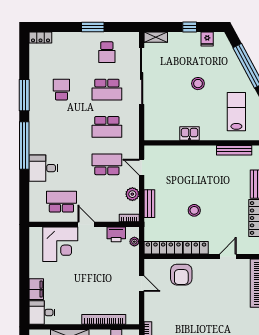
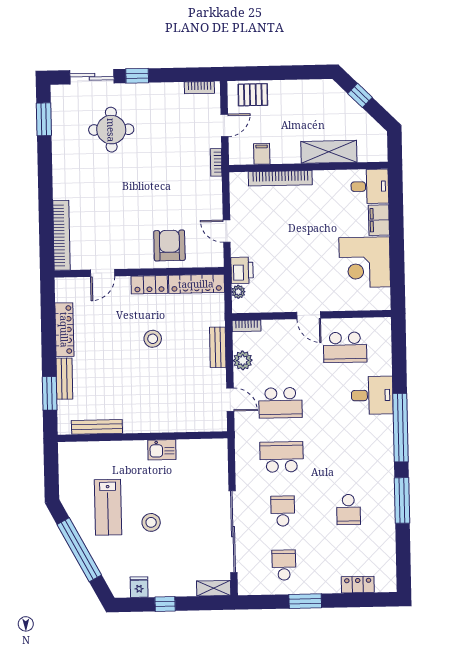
locker: (40, 38) -> (358, 585), moved
school desk: (107, 90) -> (283, 511), width x0.54
lab bench: (236, 112) -> (108, 507), moved
printer: (116, 234) -> (242, 270), moved, turned 90
corner desk: (60, 244) -> (365, 262), moved, turned -90

